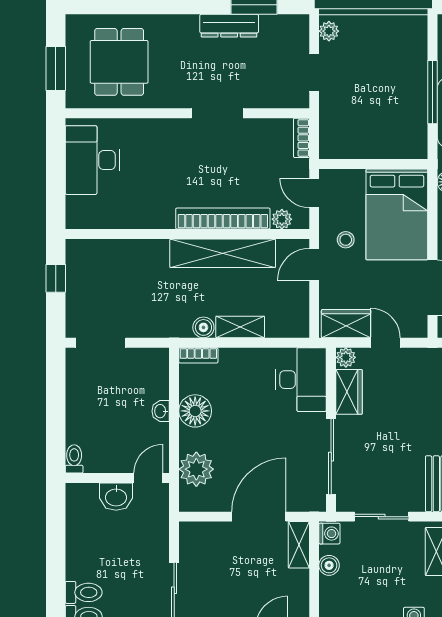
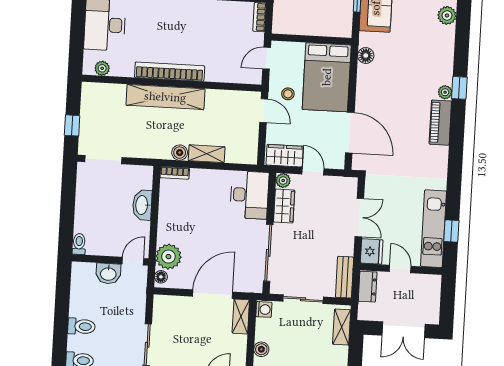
door: (314, 193) -> (267, 58), hinge flipped
bookcase: (223, 219) -> (170, 72), moved
plant: (282, 219) -> (102, 68), moved
shelving: (223, 253) -> (165, 97), moved
door: (314, 264) -> (264, 111), swing flipped
window: (56, 278) -> (72, 125), moved
washbasin: (161, 411) -> (142, 205), width x1.91, depth x1.45
floor lamp: (195, 411) -> (161, 277), moved, width x0.53, depth x0.53
boiler: (329, 565) -> (261, 349), moved
toilet: (84, 592) -> (81, 326), moved

